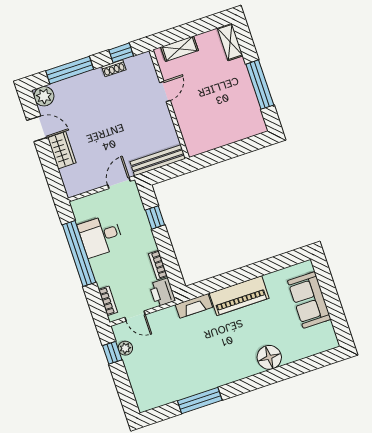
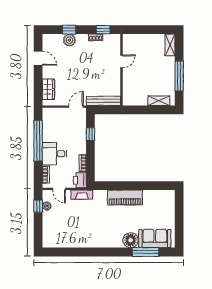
shelving: (180, 49) -> (159, 101), moved
window: (70, 70) -> (69, 30), width x0.46
plant: (44, 96) -> (69, 40), moved
wardrobe: (62, 150) -> (48, 89), moved
desk: (101, 236) -> (55, 154), moved
sofa: (309, 300) -> (155, 239), moved, turned 90
fireplace: (194, 306) -> (82, 195), moved
window: (200, 400) -> (146, 252), moved

